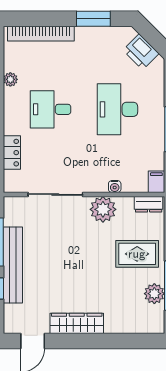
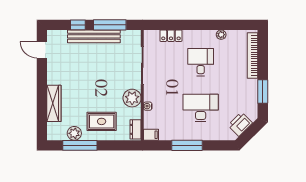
rug: (137, 254) -> (102, 121), turned 90
wardrobe: (77, 323) -> (54, 103), moved

